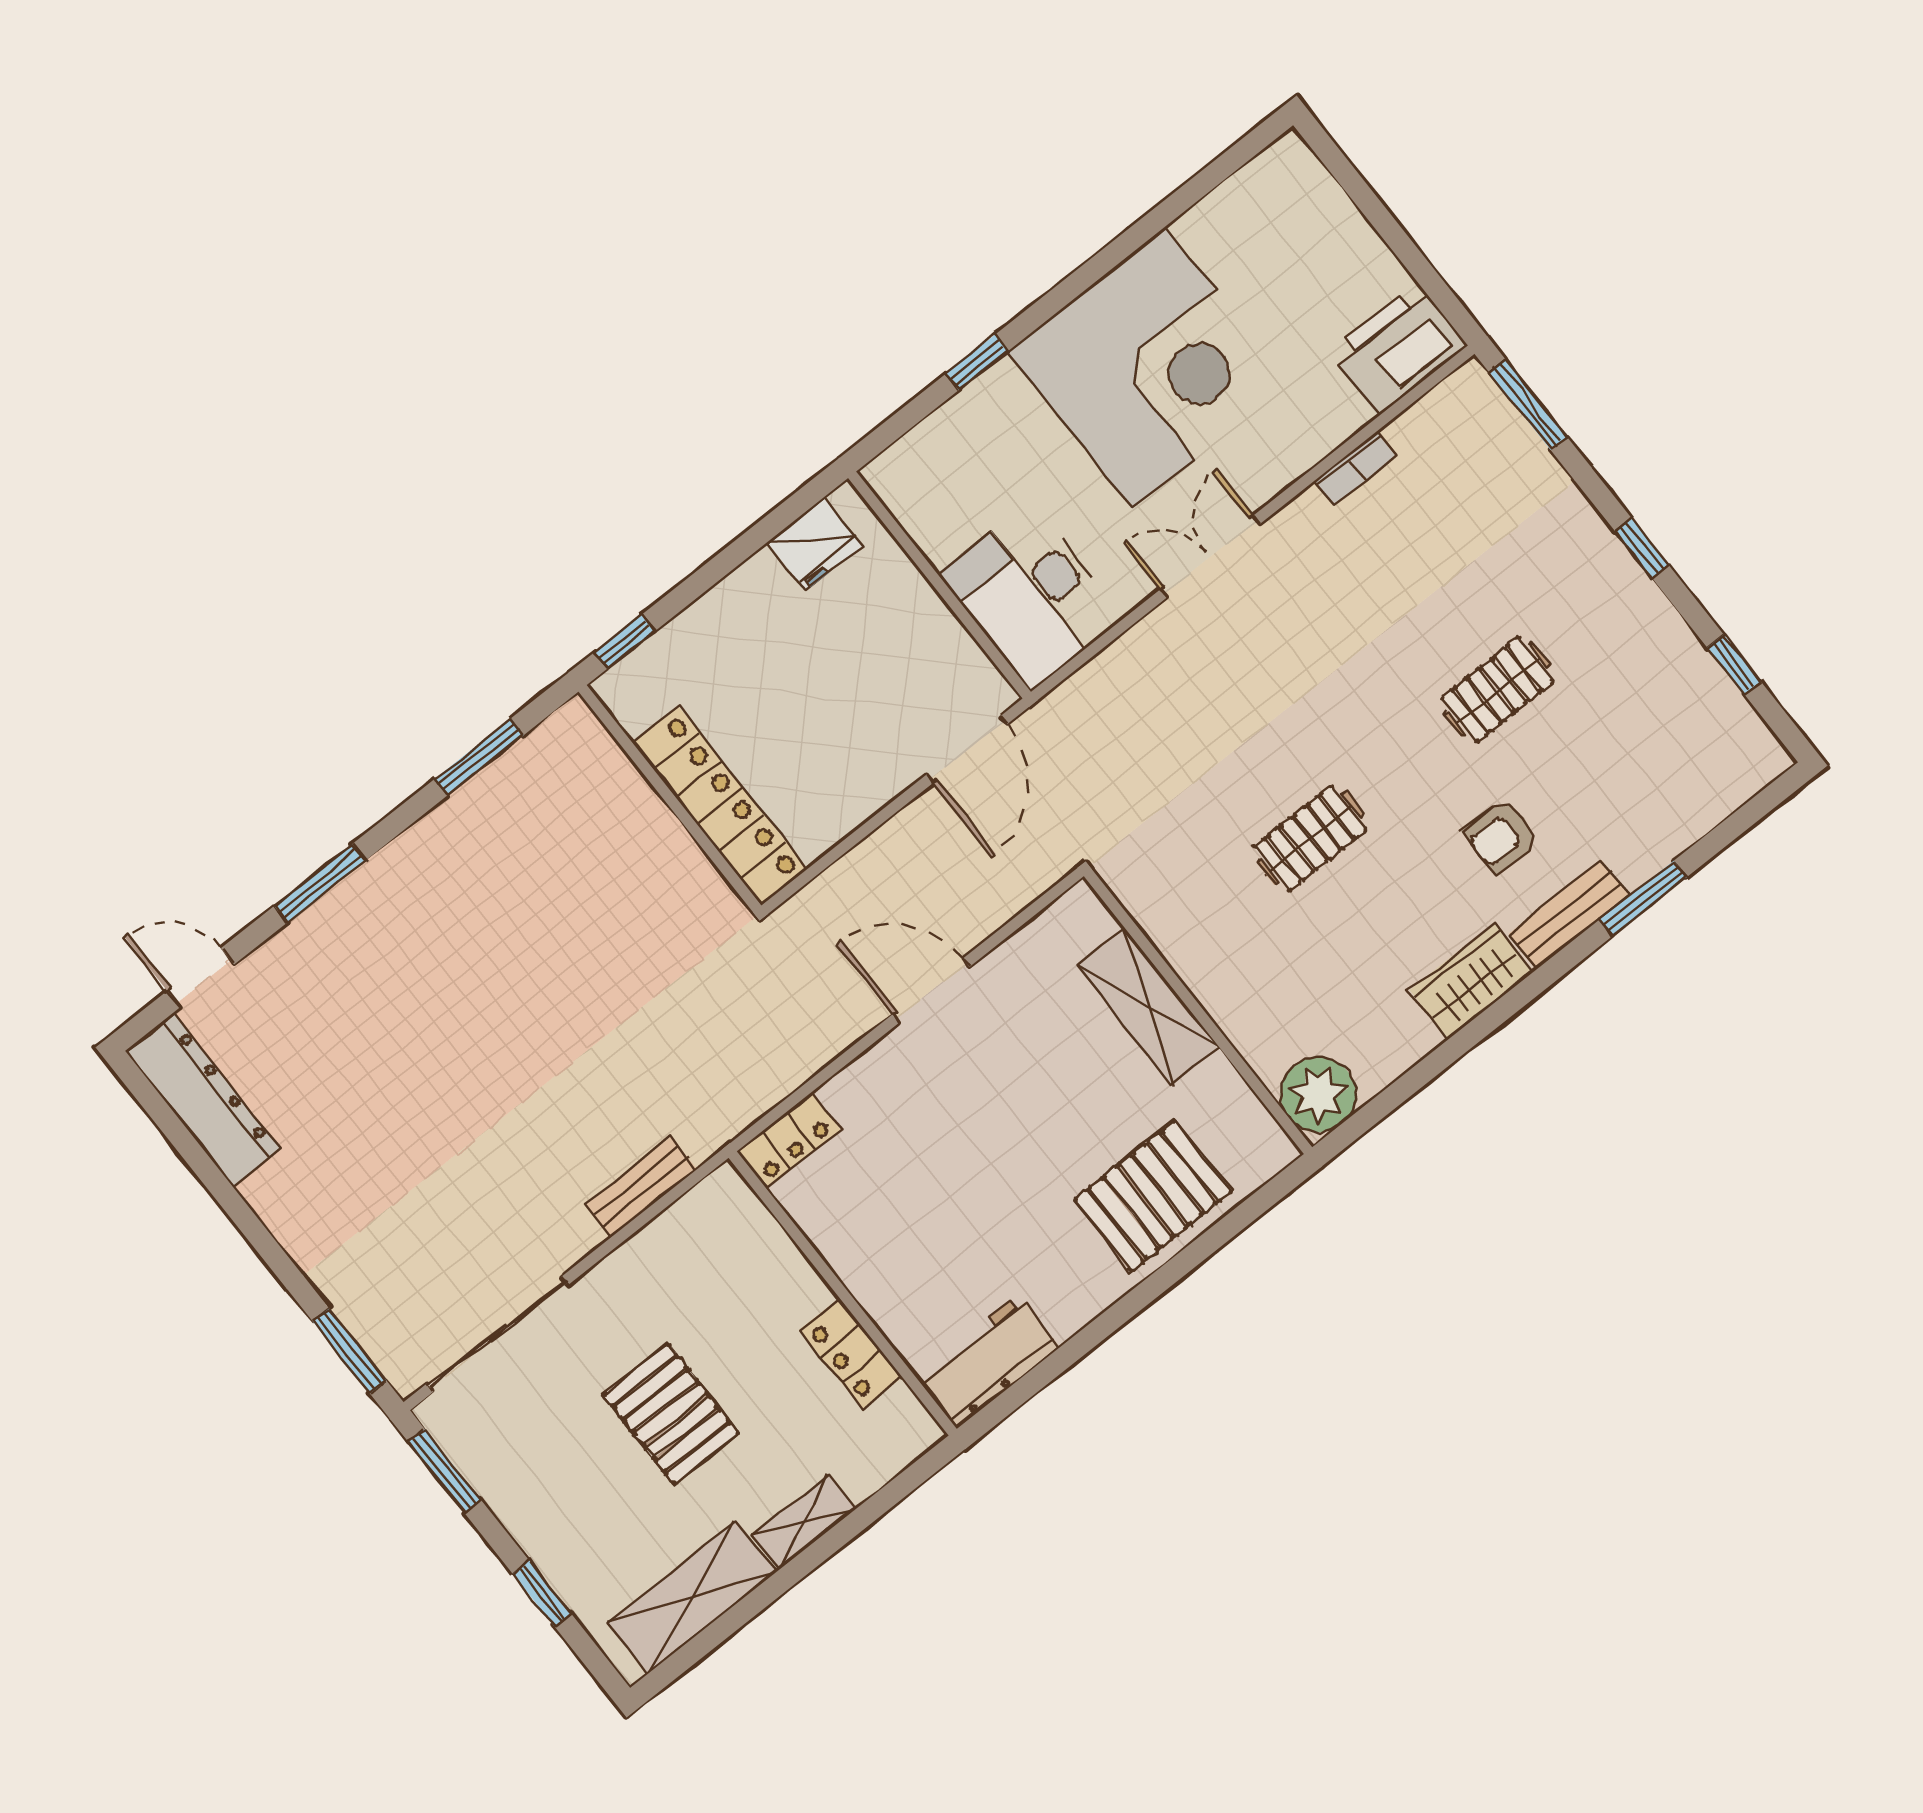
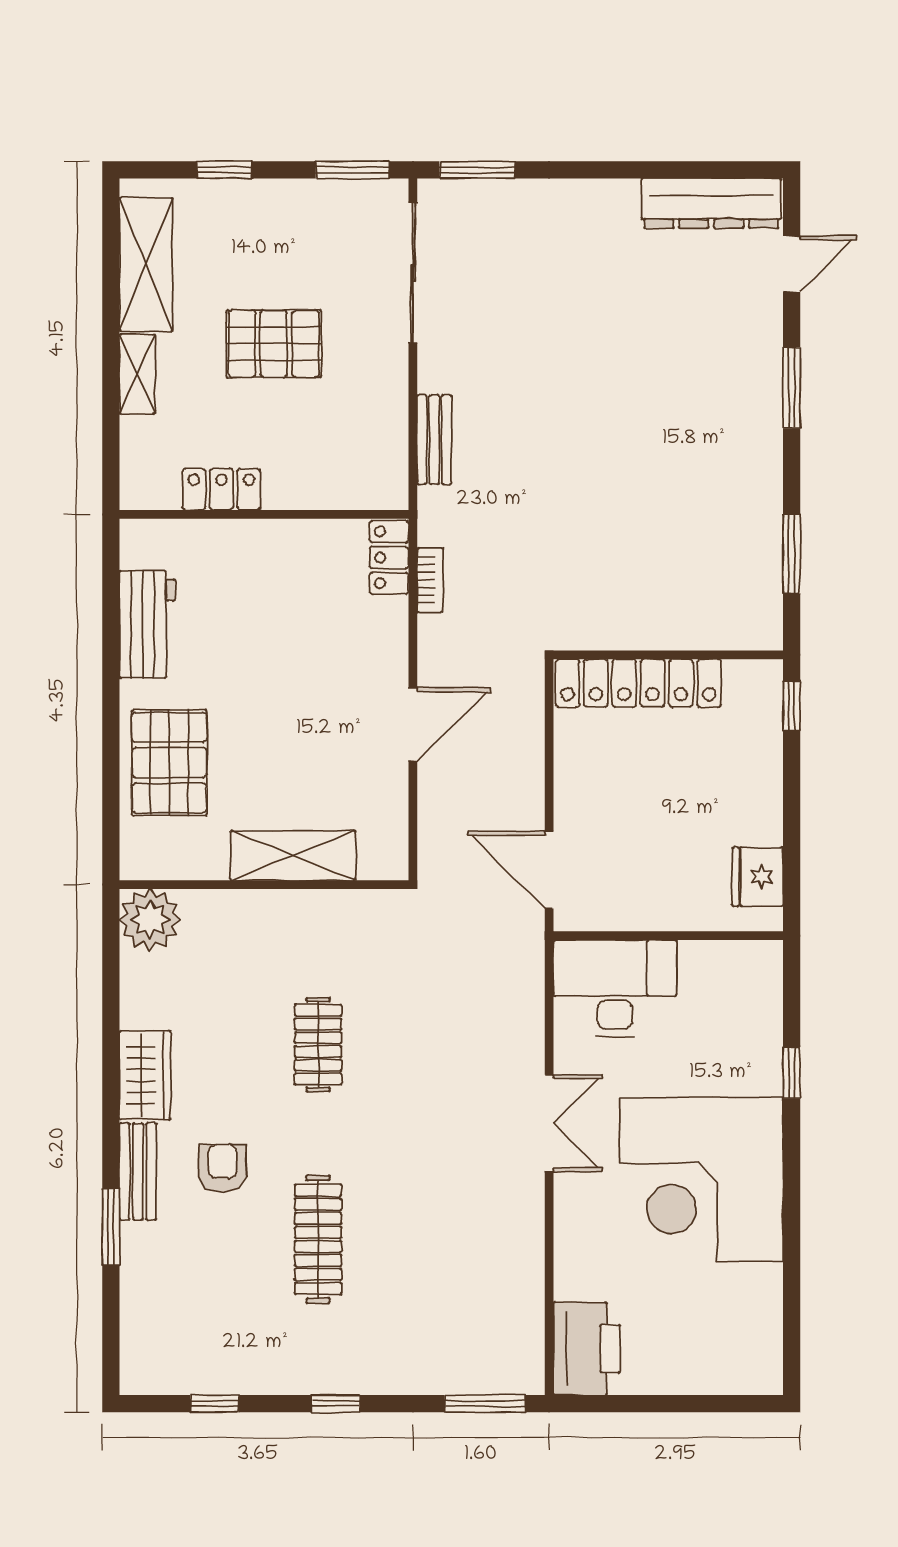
bookcase: (1355, 469) -> (430, 580), moved, turned 180
clothes rail: (1497, 690) -> (318, 1239), width x1.36
workbench: (987, 1361) -> (147, 624), moved

